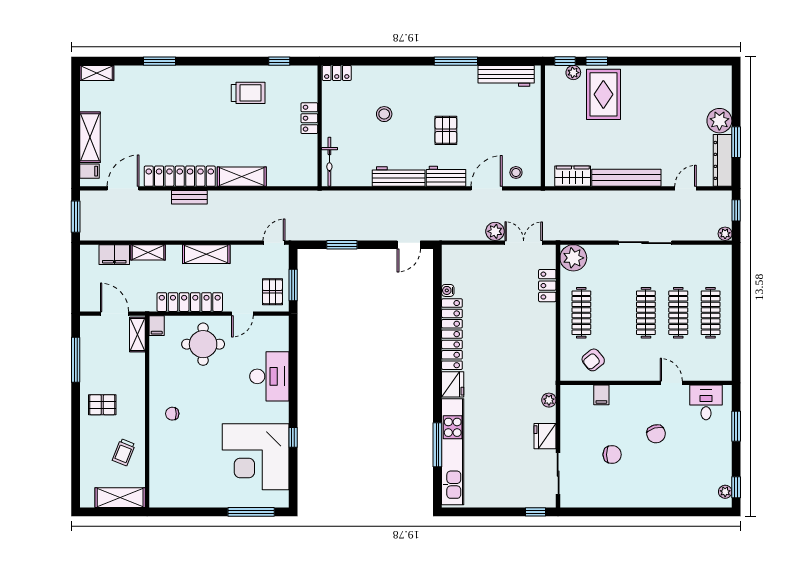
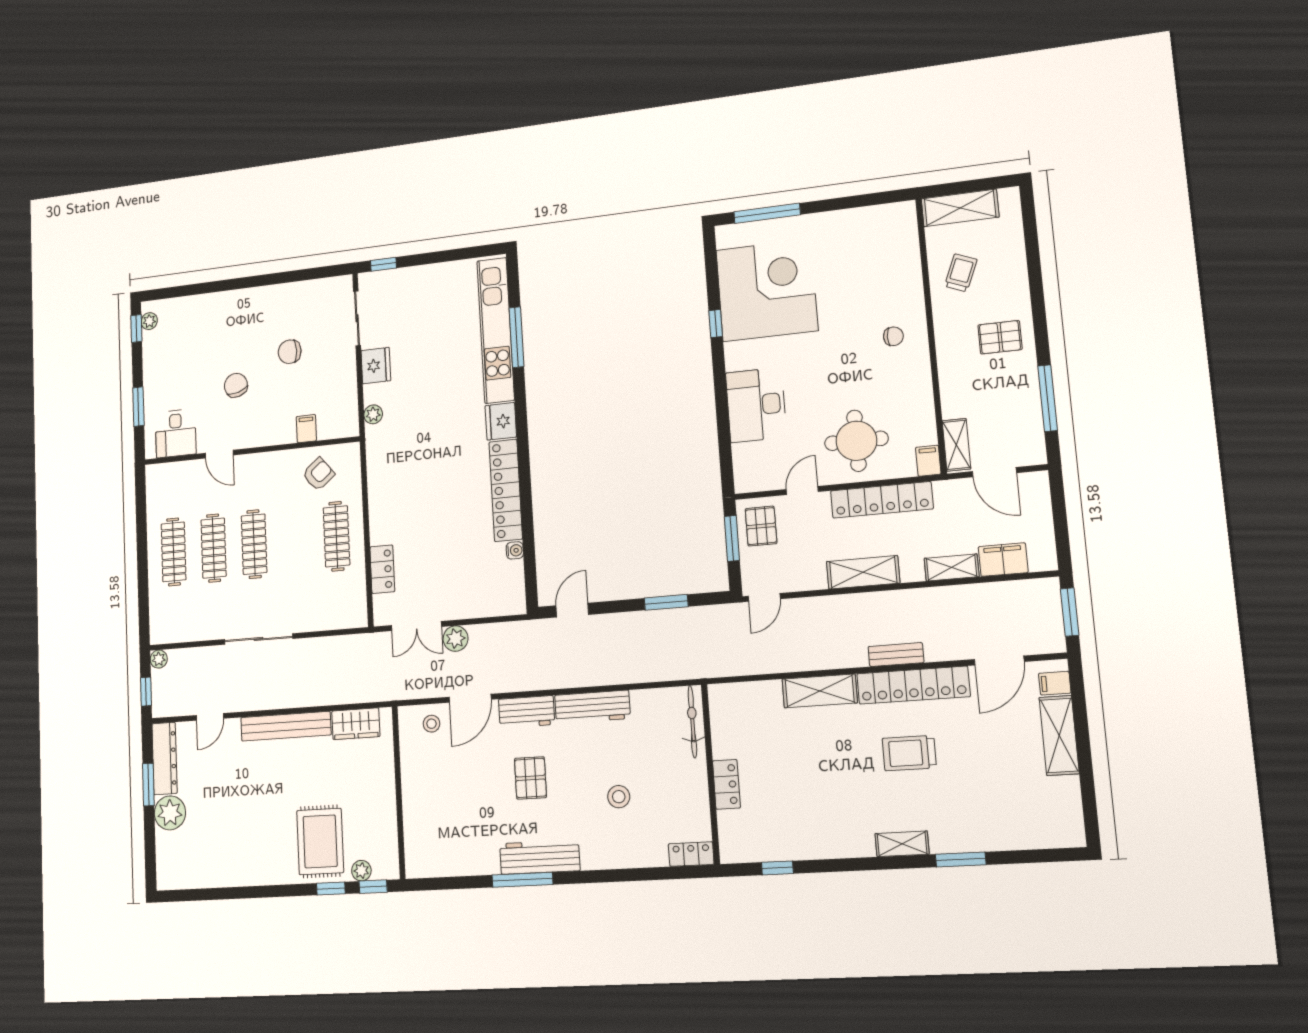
shelving: (97, 73) -> (902, 844), moved
workbench: (506, 76) -> (540, 857), moved
trolley: (248, 93) -> (909, 753), moved
plant: (573, 258) -> (350, 610), removed

